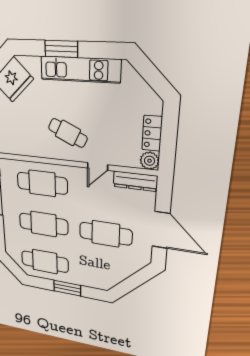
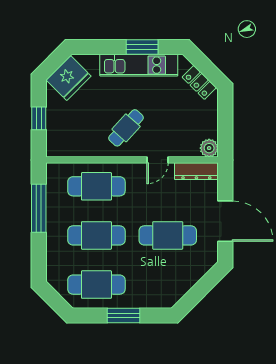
window: (61, 49) -> (142, 47), moved
cafe table: (68, 133) -> (126, 128), turned -73
locker: (152, 133) -> (199, 82), moved, turned -45

